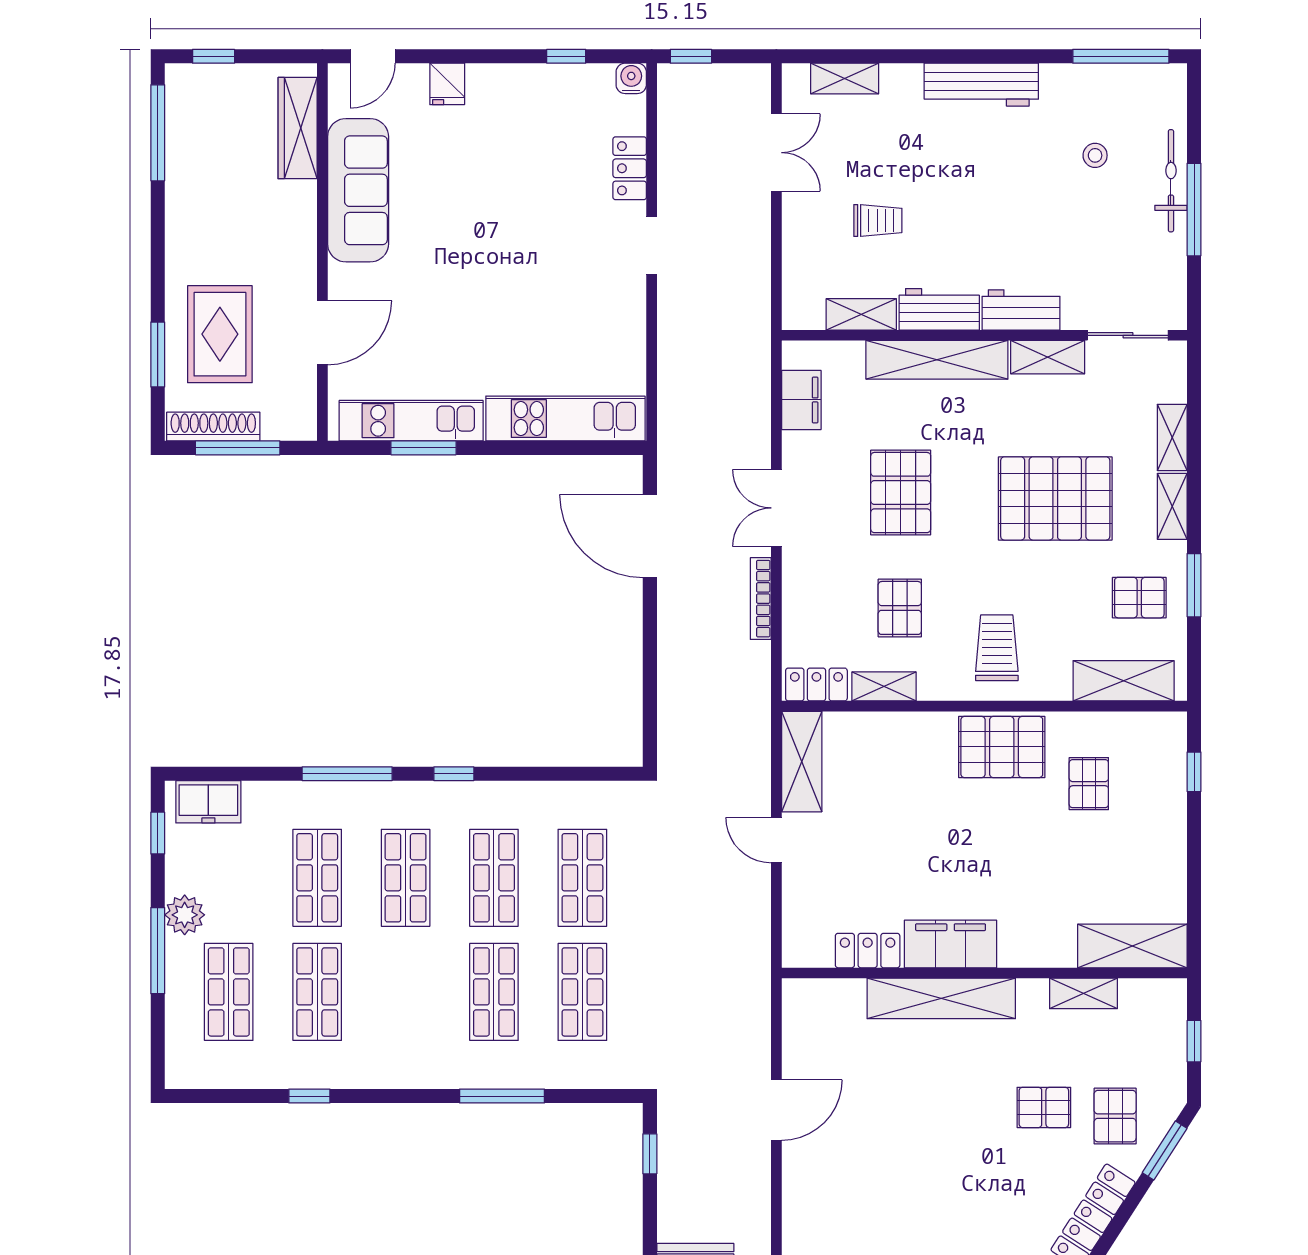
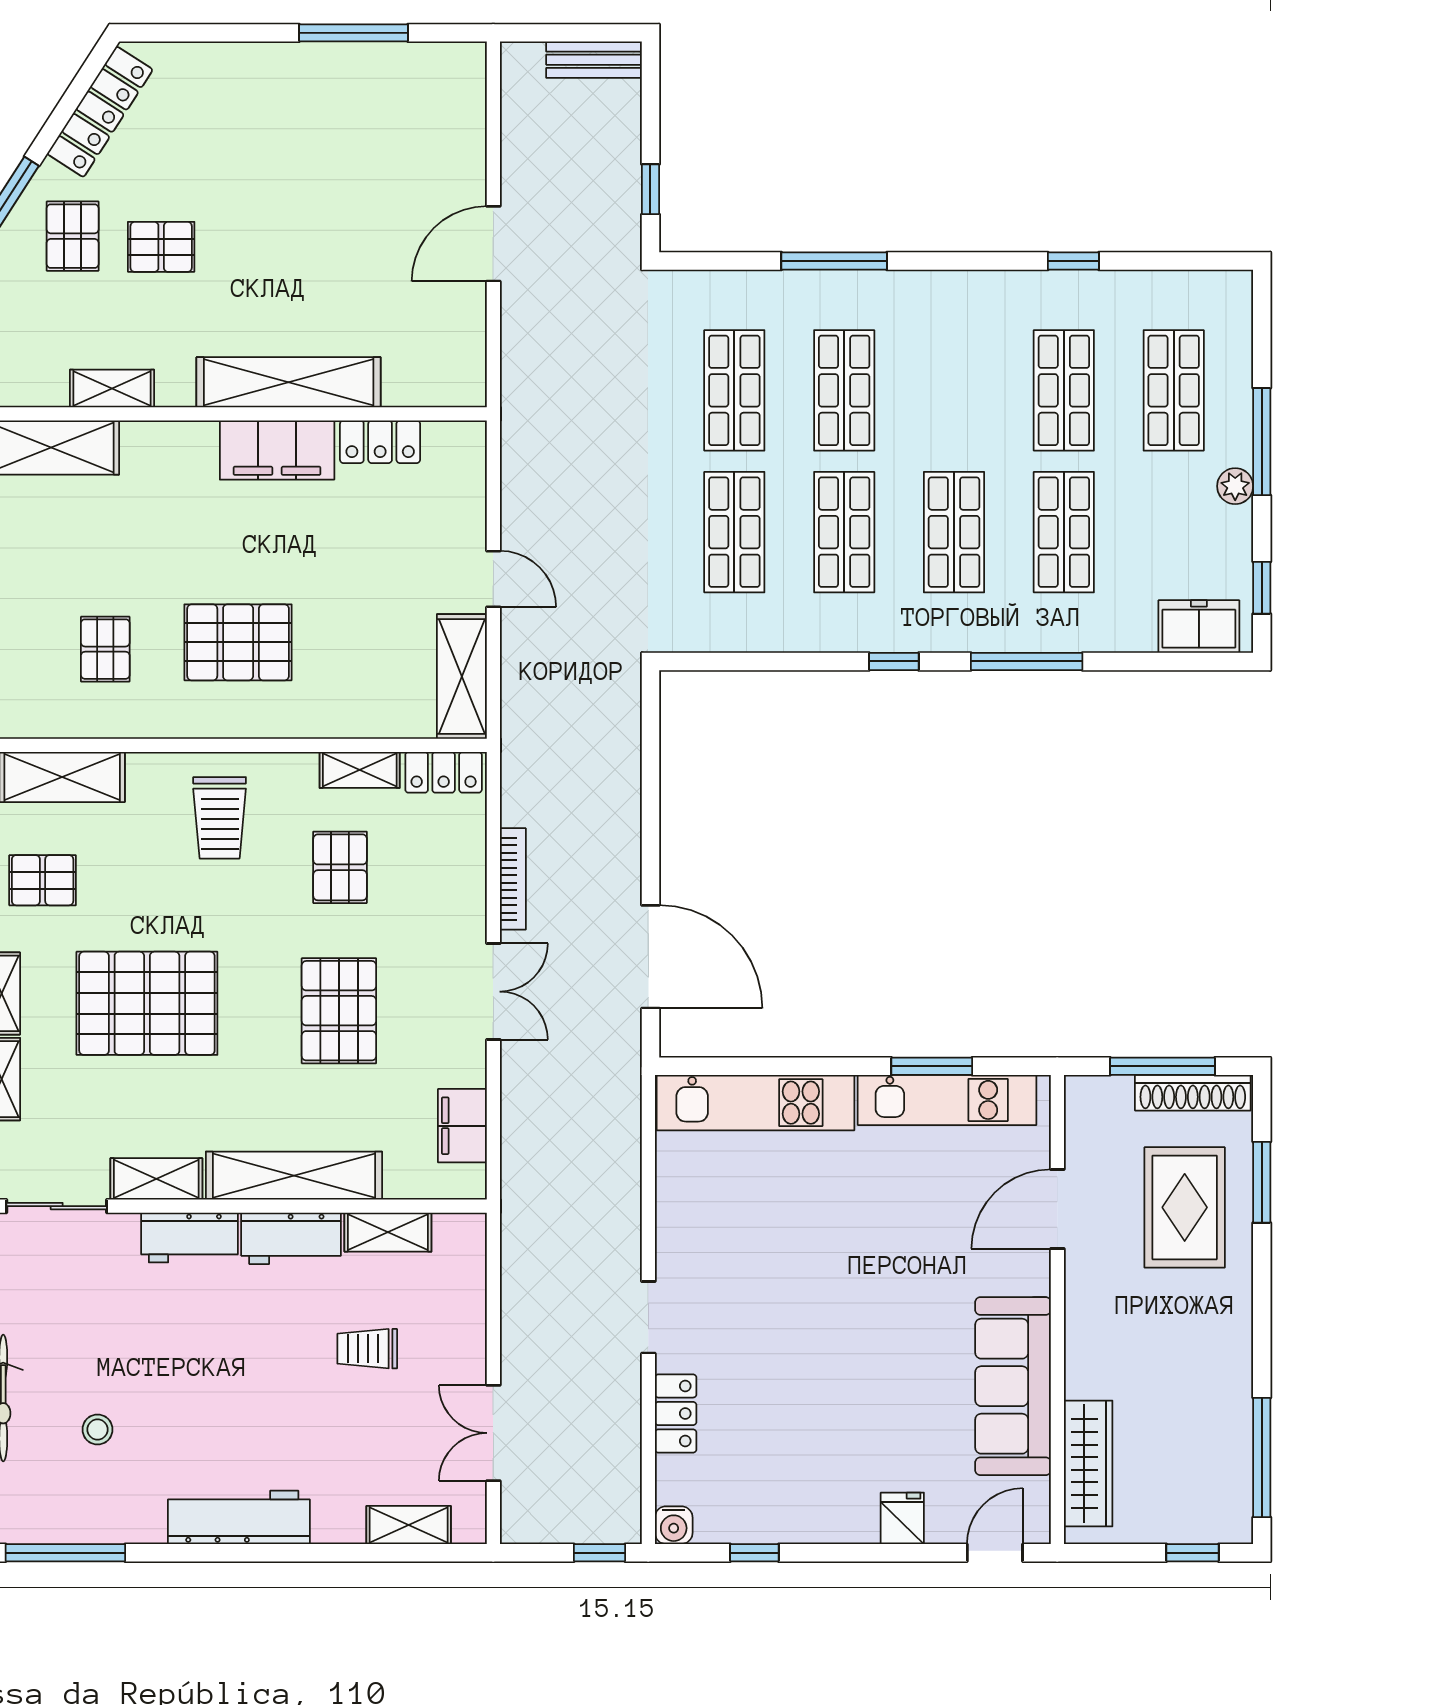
pallet: (1002, 747) -> (238, 642), moved
plant: (185, 915) -> (1235, 486), width x0.73, depth x0.73

